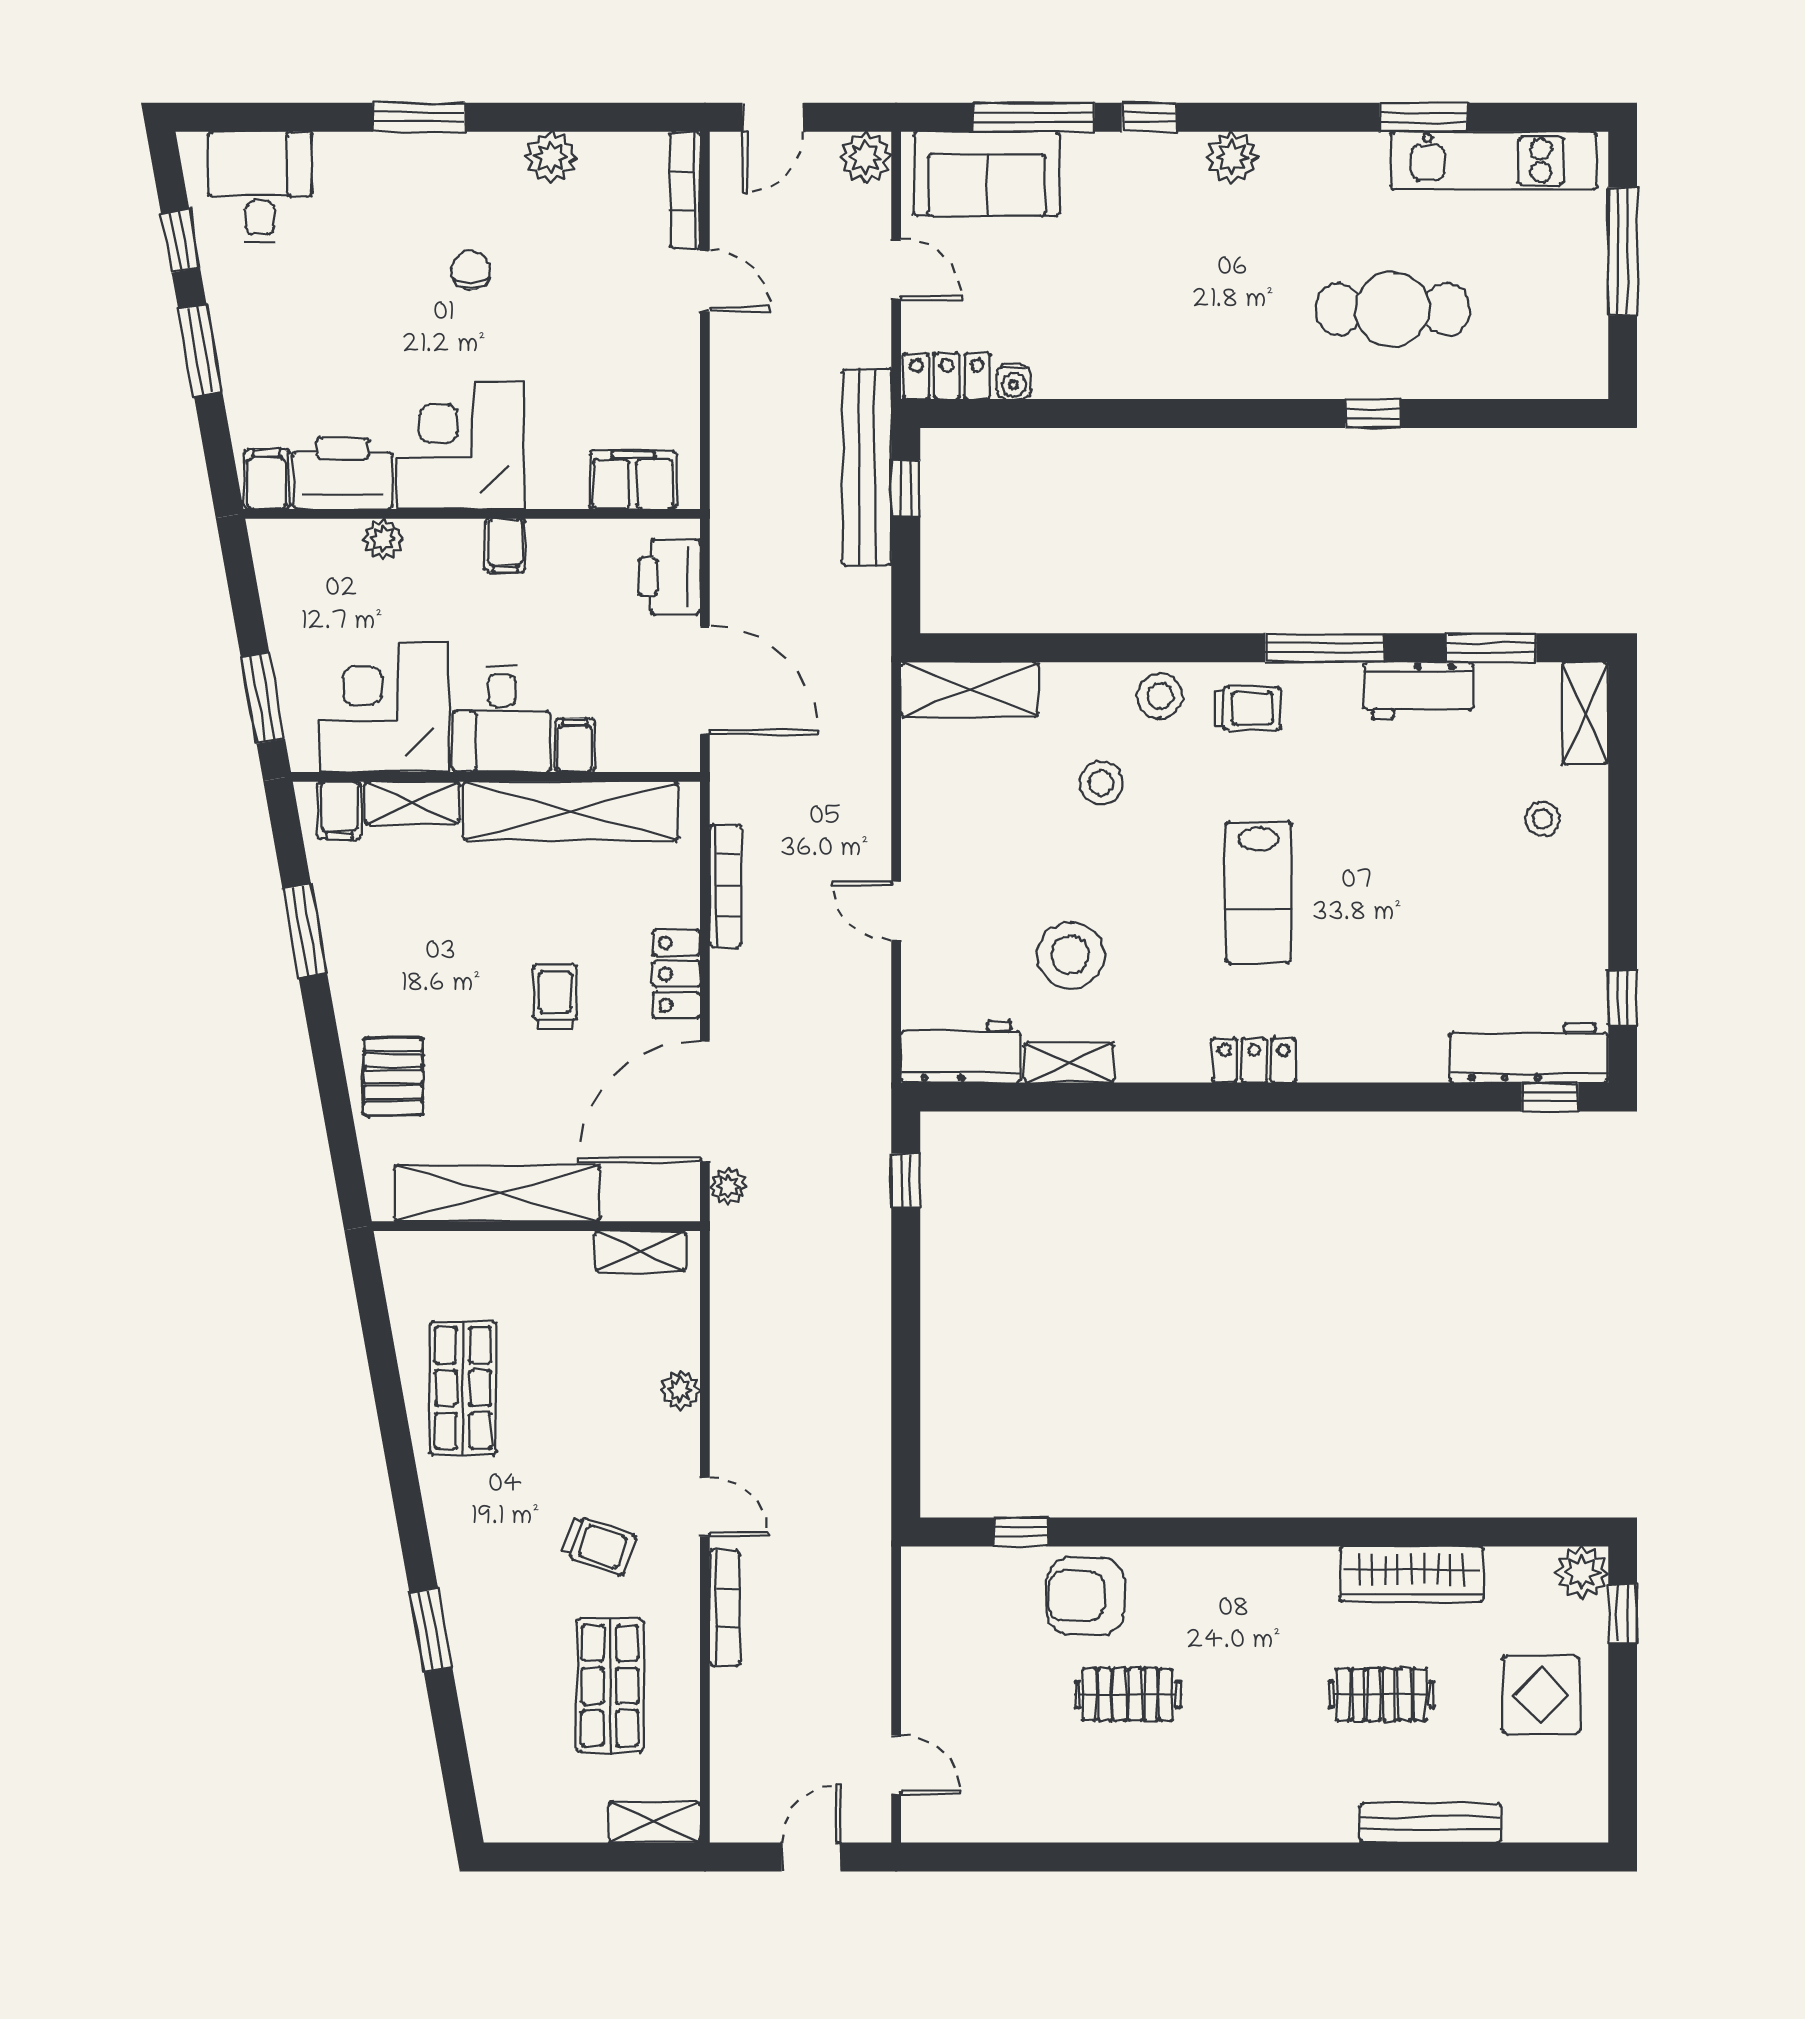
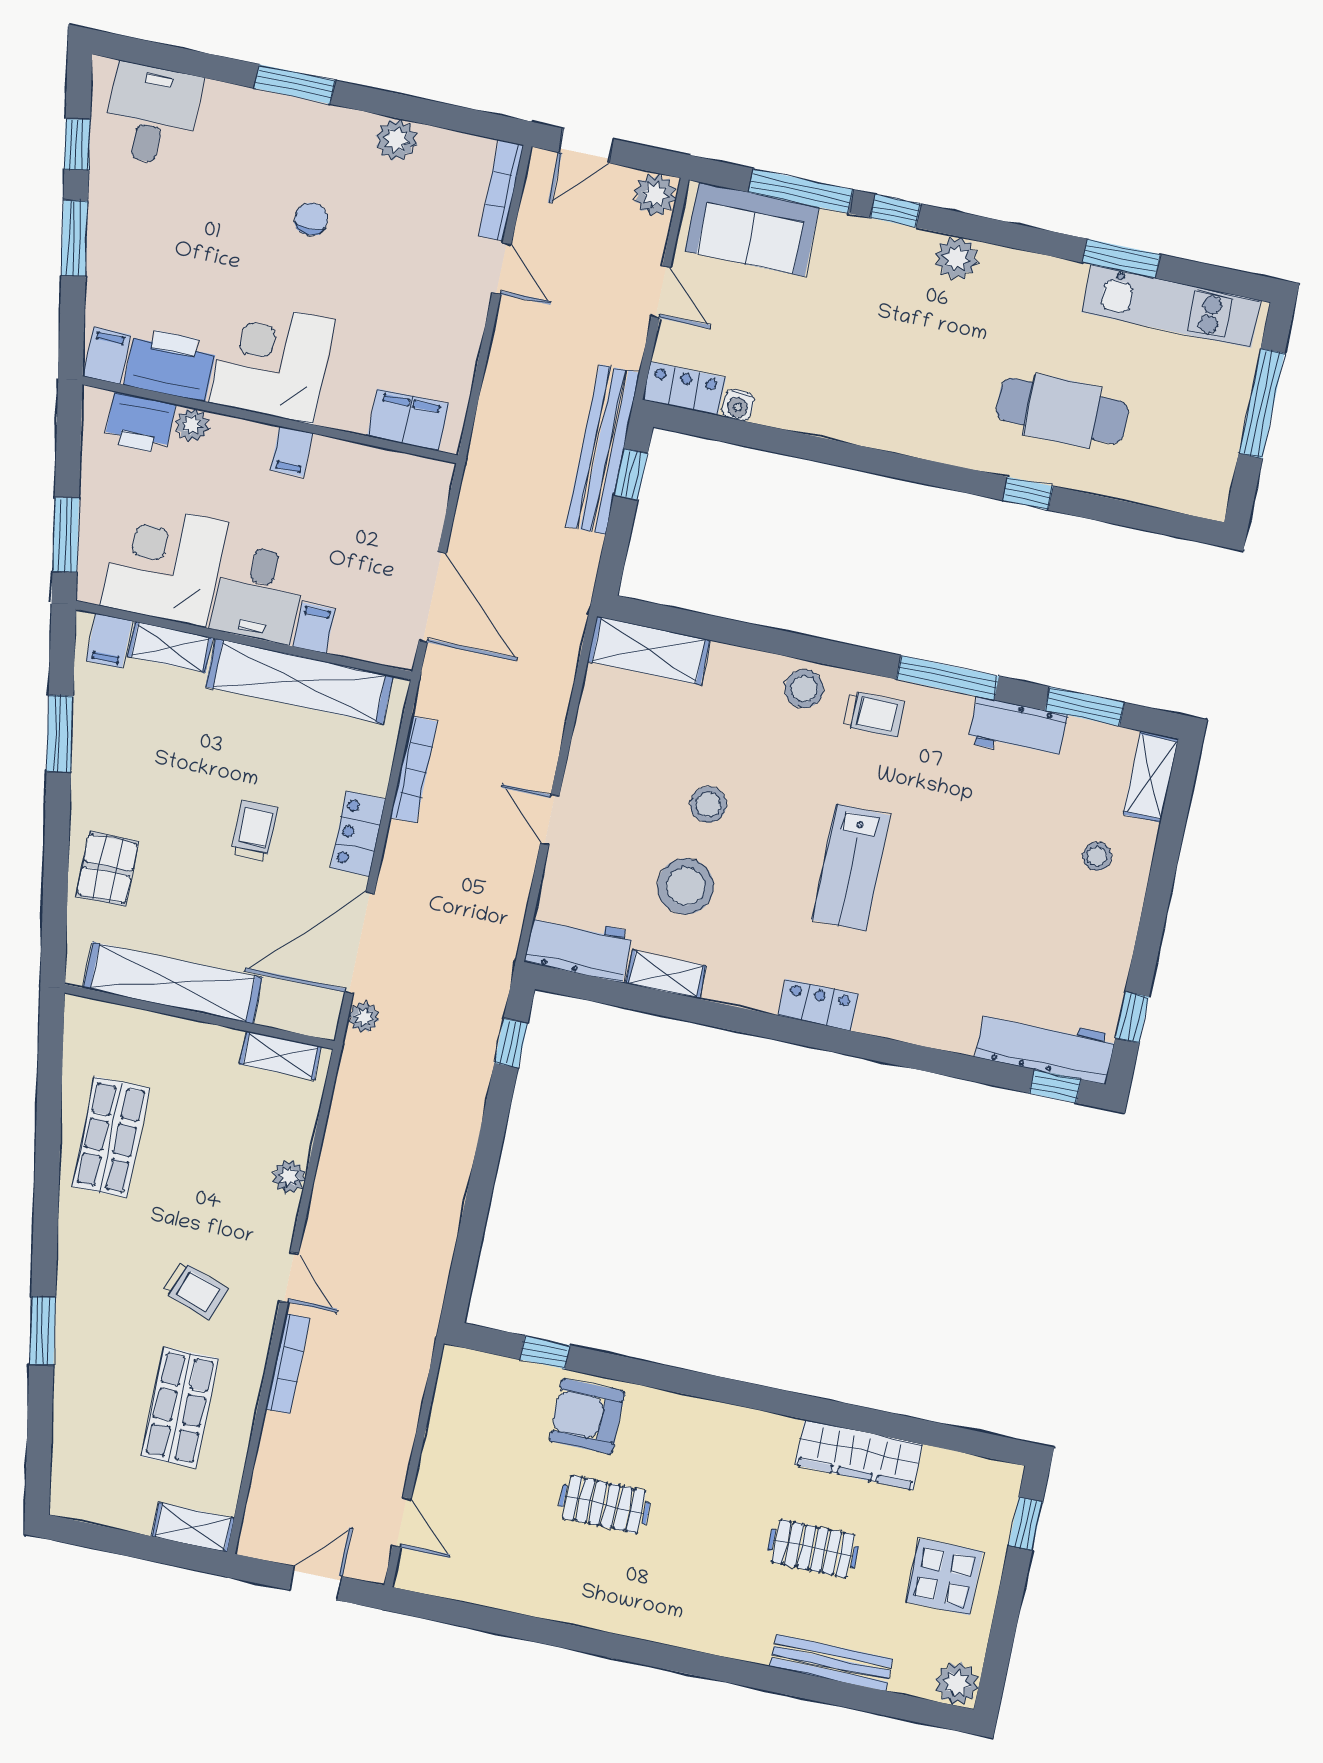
printer: (669, 577) -> (140, 423), moved, turned -90
stool: (1101, 783) -> (708, 804), moved
plant: (1582, 1573) -> (957, 1683), moved

